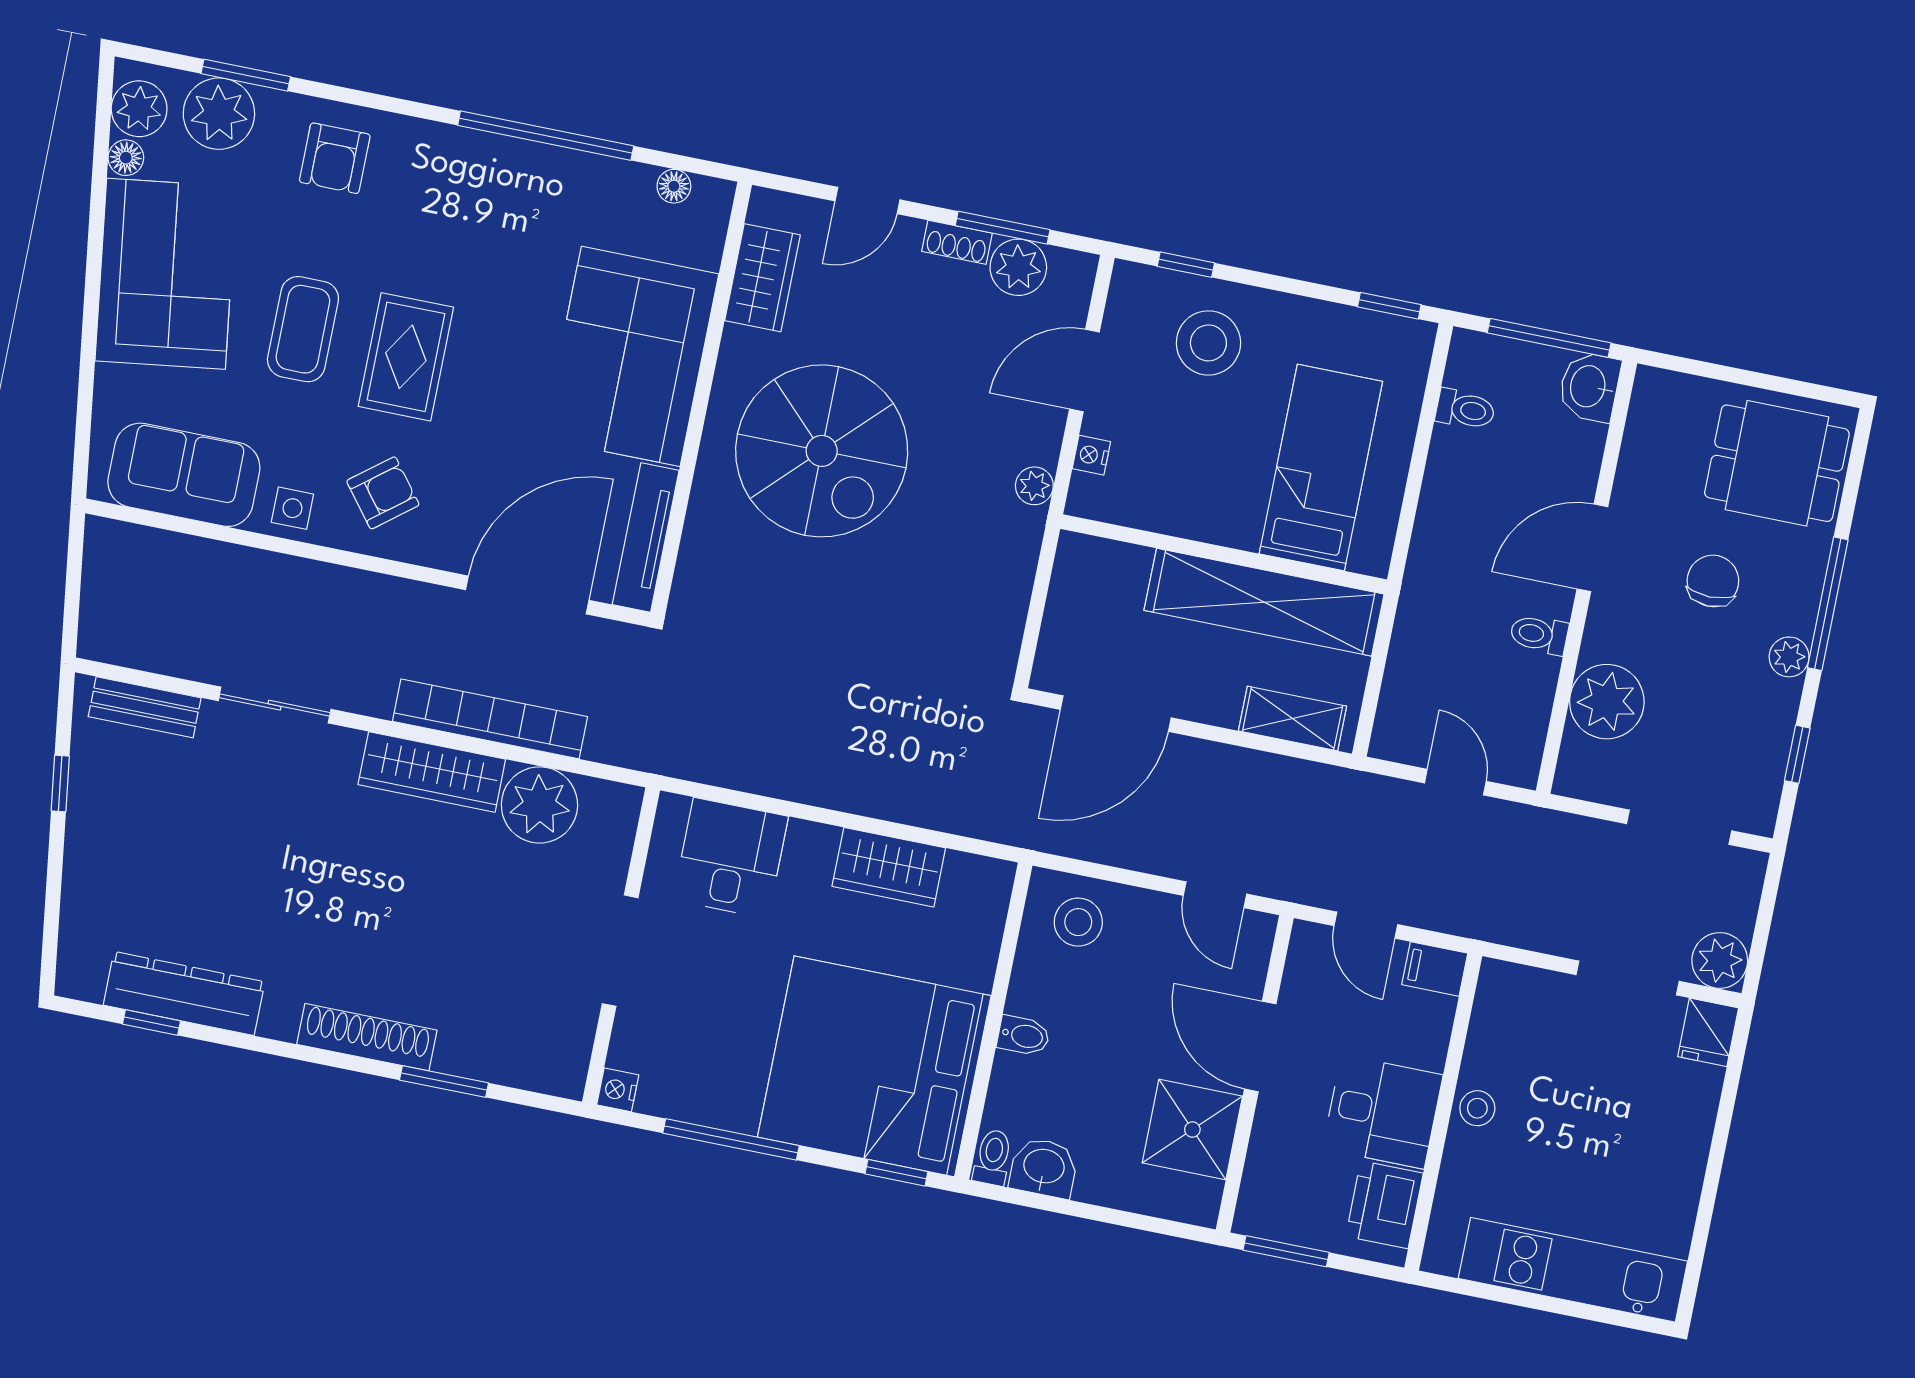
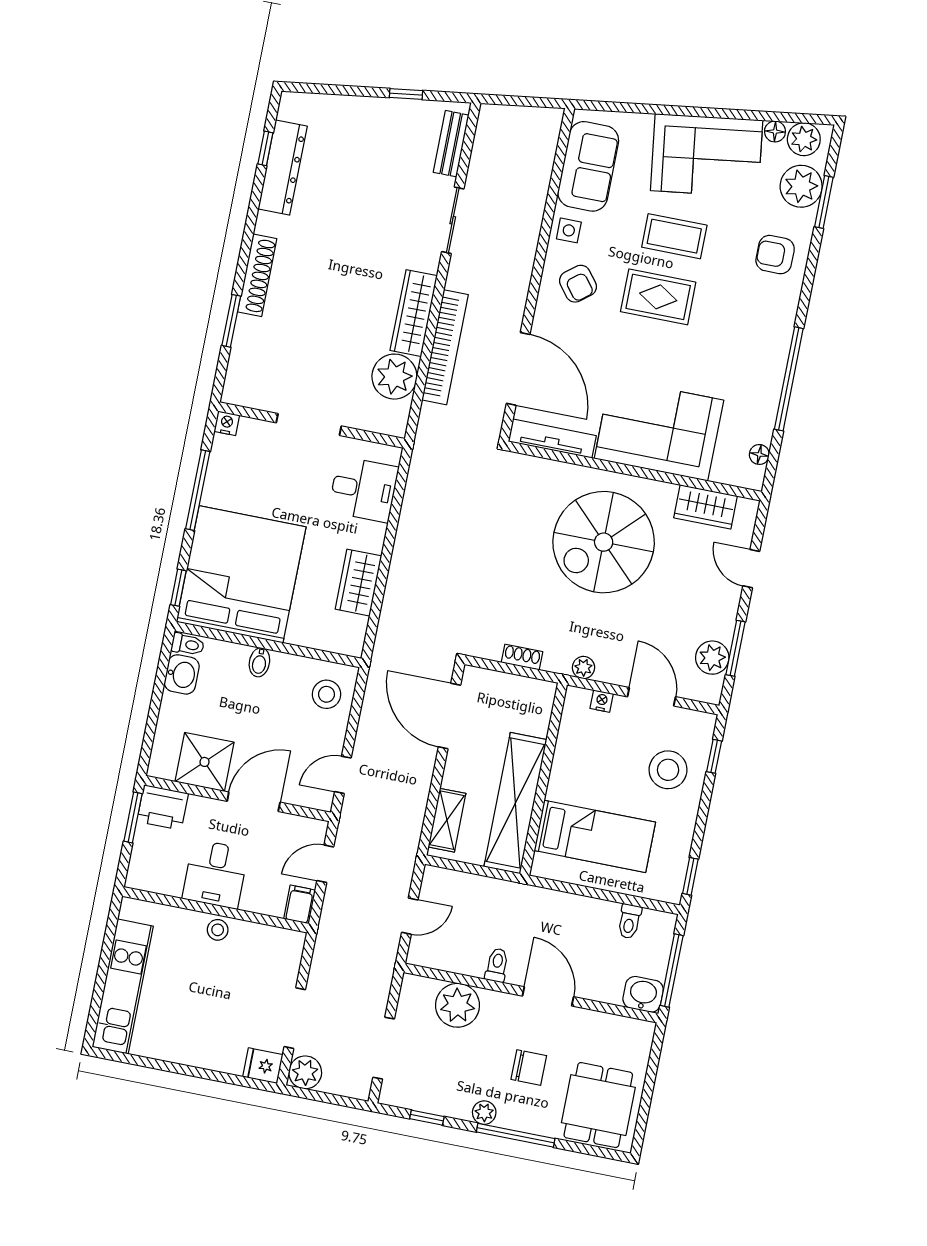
shoe rack: (957, 242) -> (522, 657), moved, turned 90
printer: (1384, 1205) -> (163, 807), moved, turned 180

